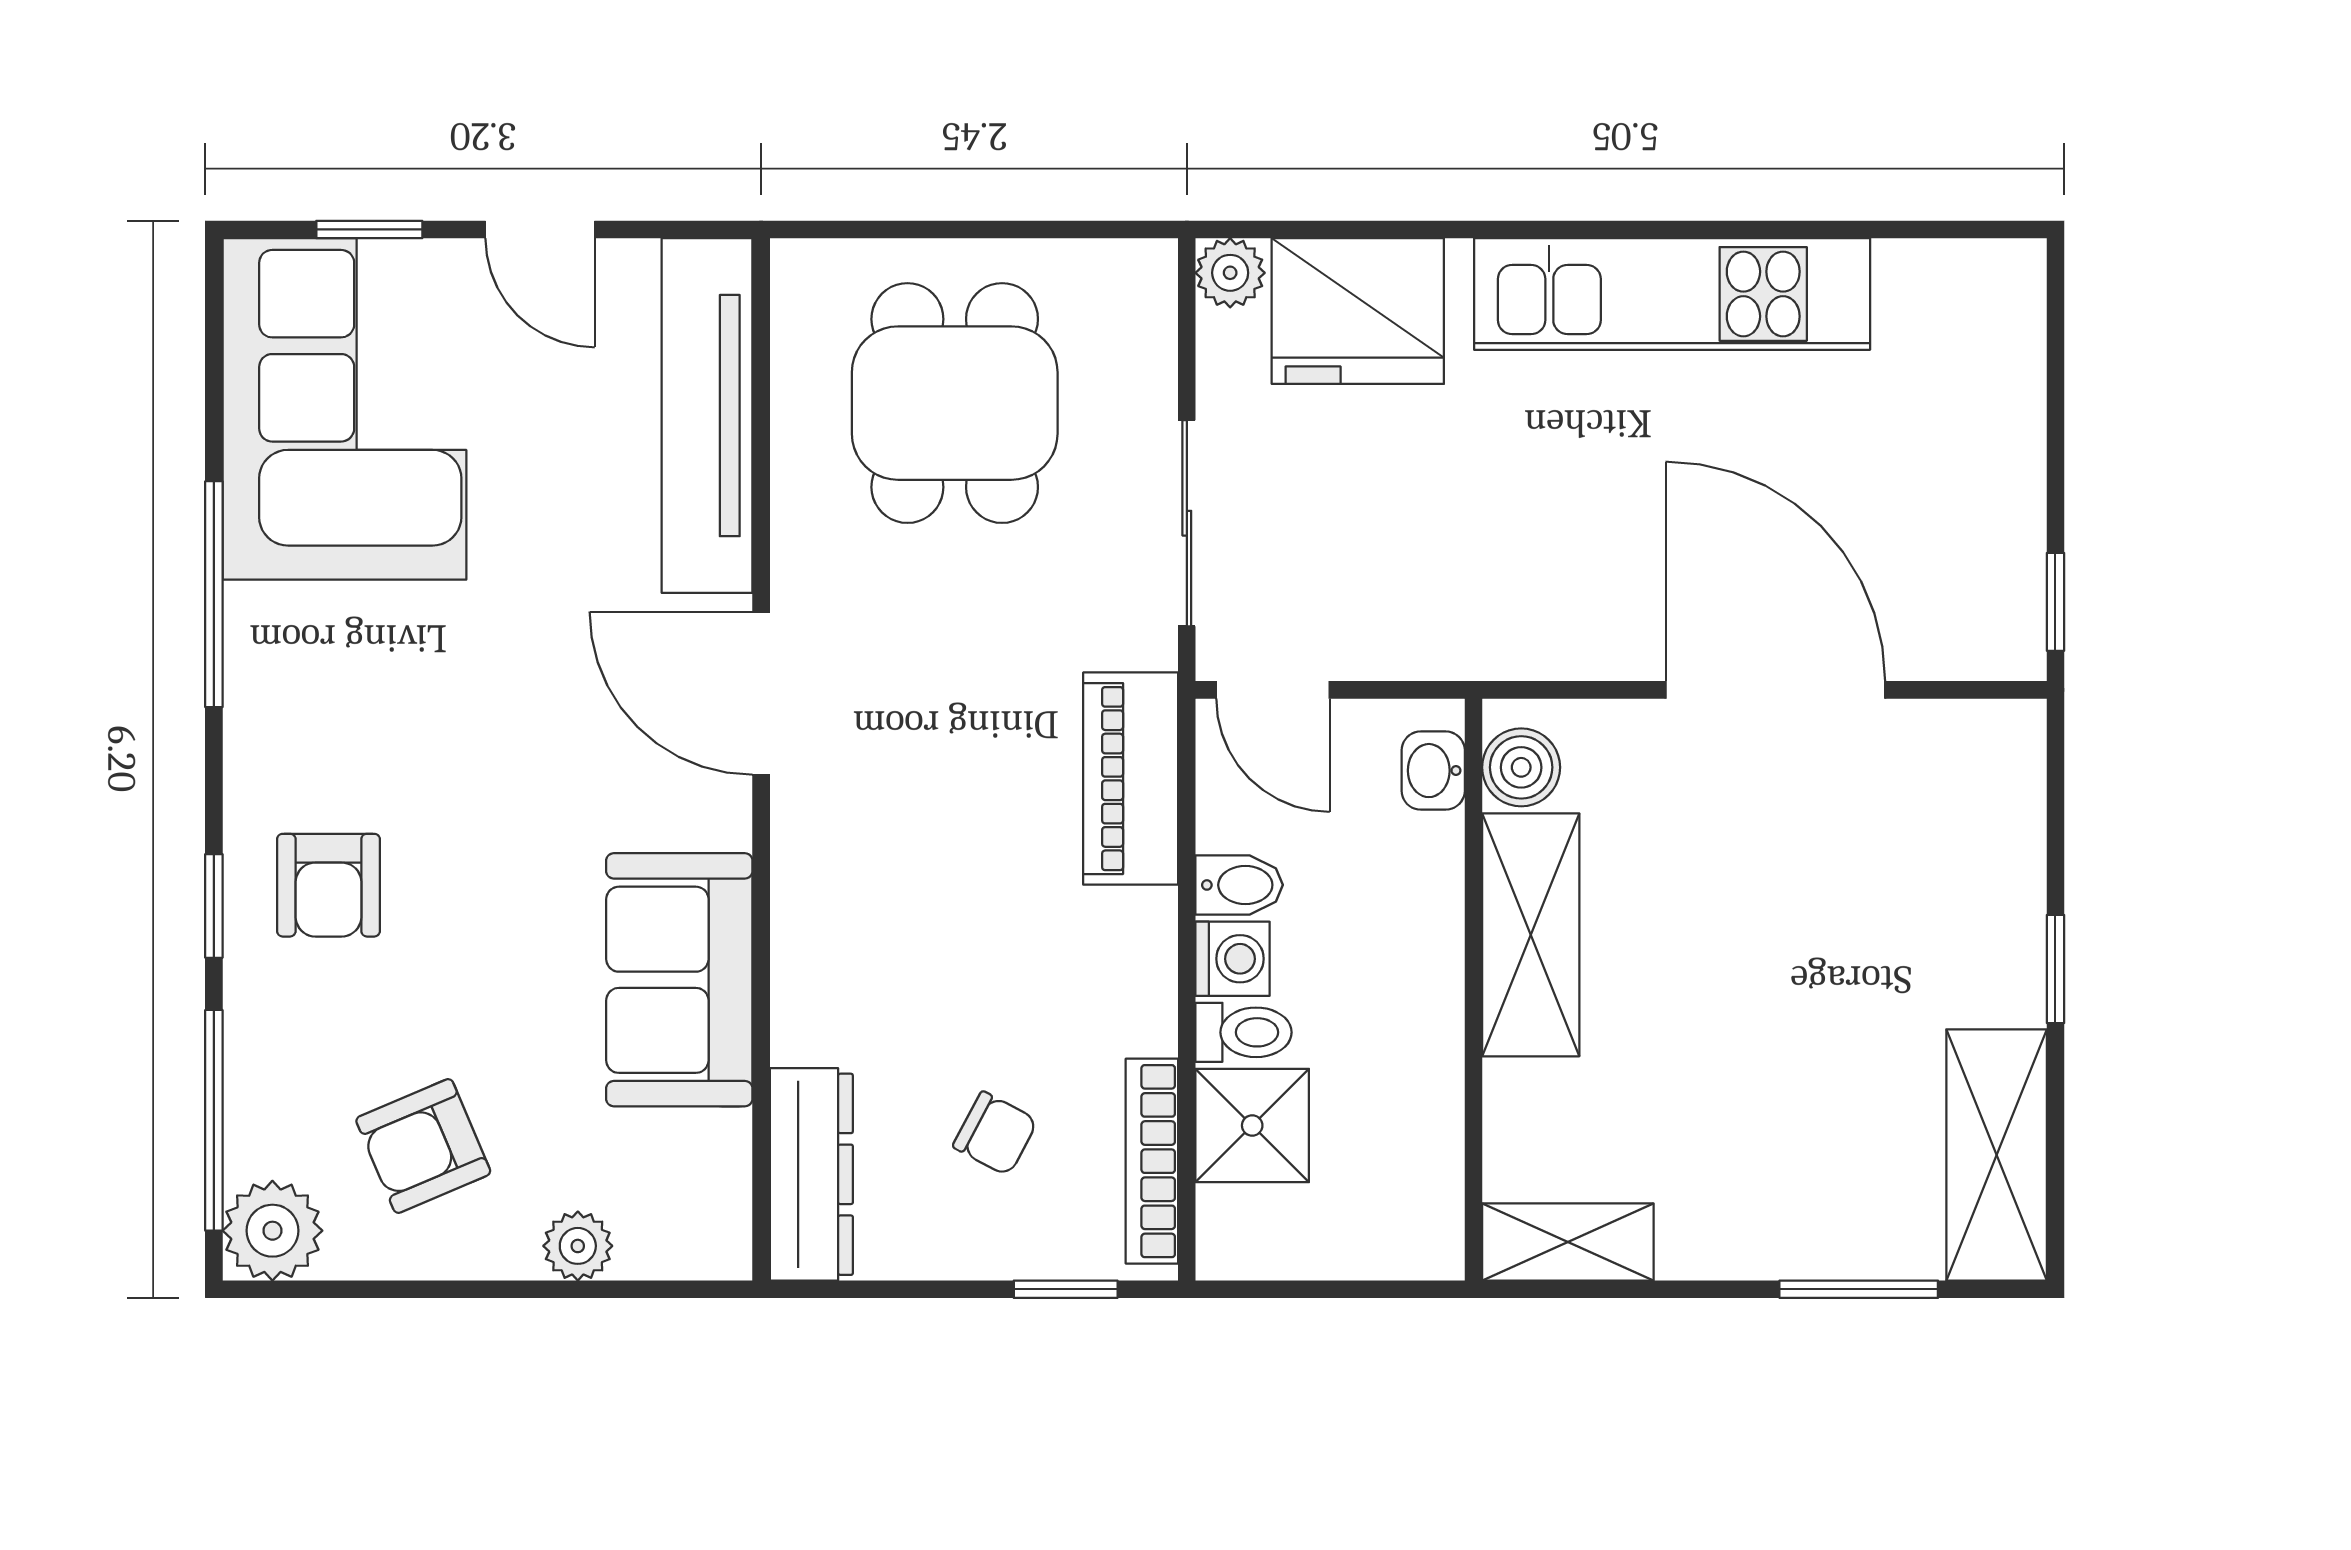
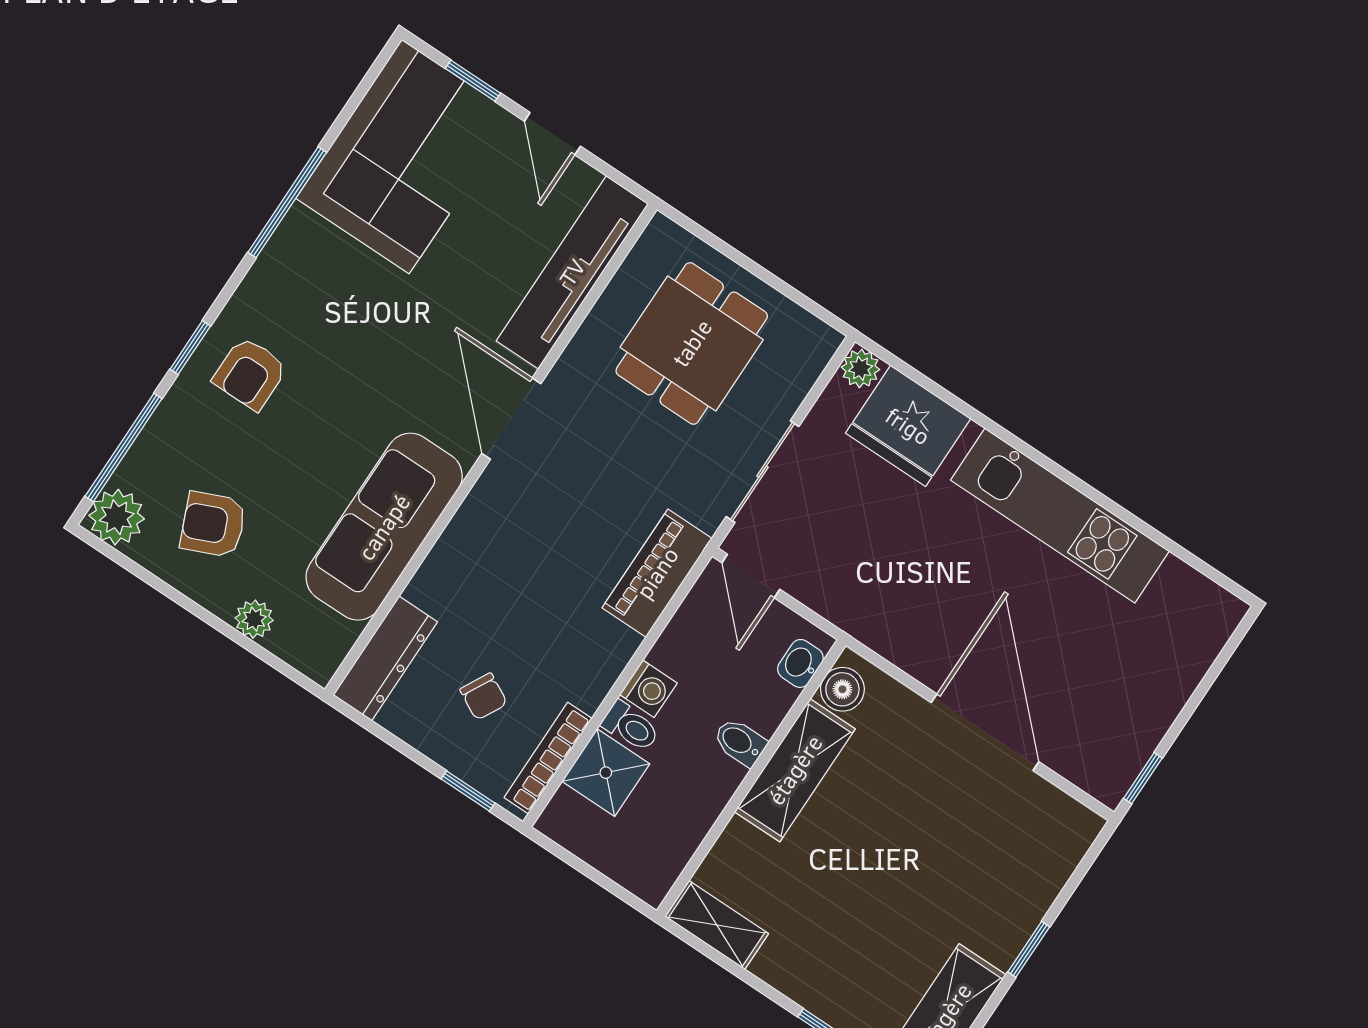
bidet: (1239, 885) -> (740, 742), moved, turned 180
sofa: (679, 980) -> (384, 527), width x1.36

